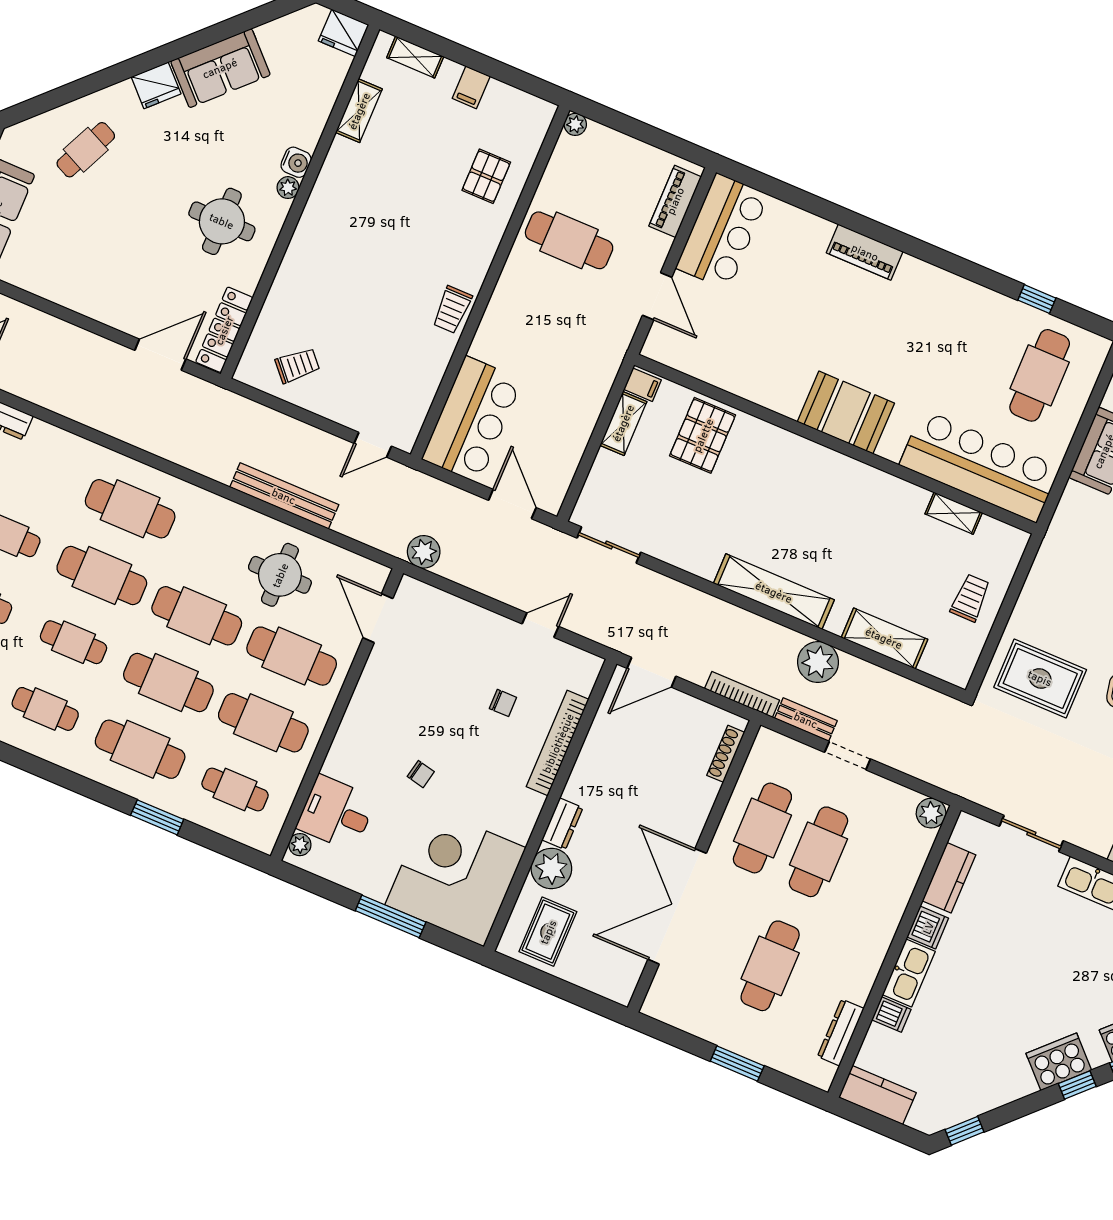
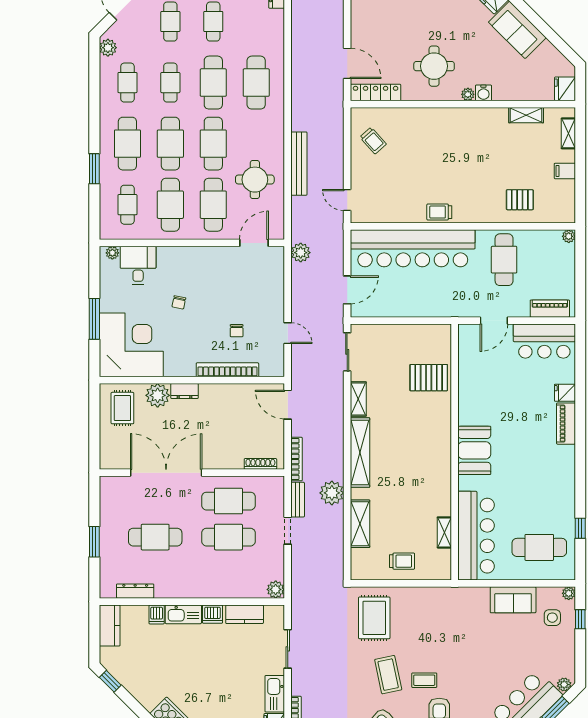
fridge: (816, 234) -> (565, 393), added
filing cabinet: (643, 385) -> (442, 333), removed
bar counter: (472, 419) -> (413, 248), width x1.86
shelving: (623, 423) -> (358, 399), moved, turned 90
rug: (548, 932) -> (122, 408), turned 90

